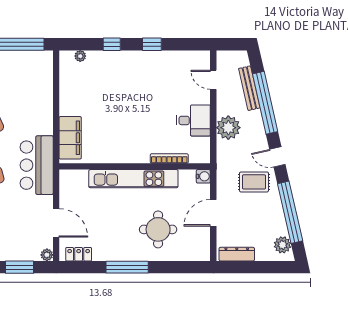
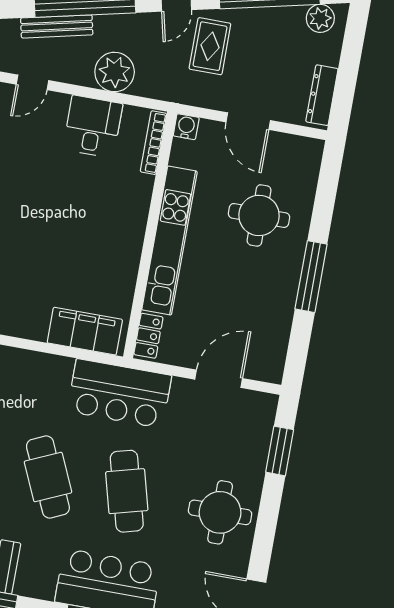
bookcase: (169, 159) -> (153, 143), moved
locker: (79, 254) -> (148, 336), moved, turned 180
plant: (47, 255) -> (268, 403), removed

